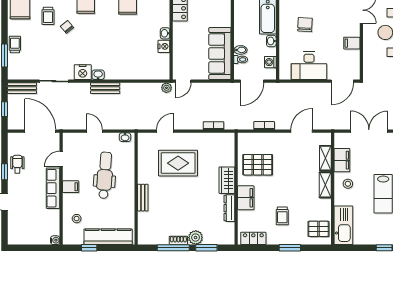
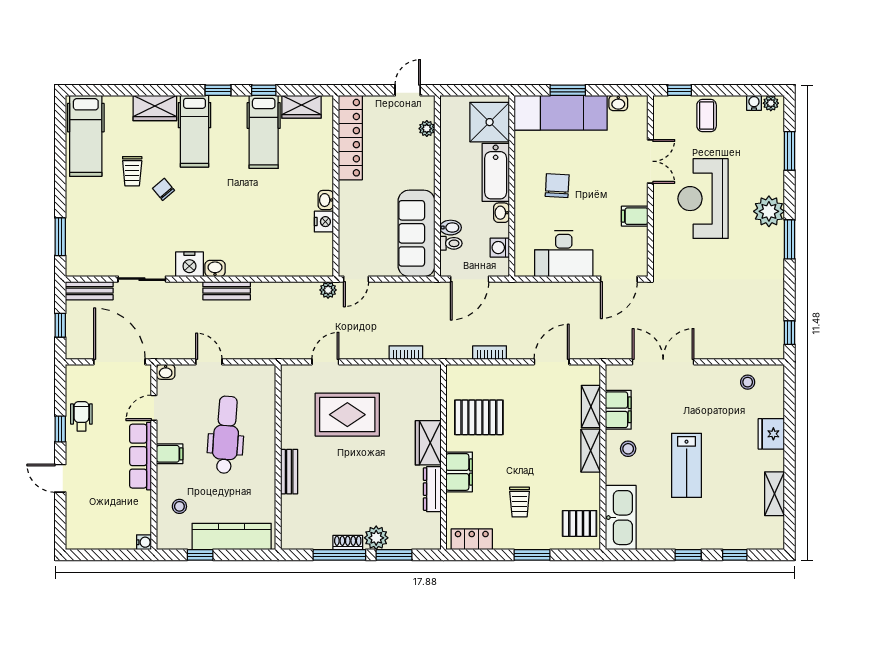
trolley: (15, 44) -> (77, 218), removed
washbasin: (125, 137) -> (166, 372), moved

